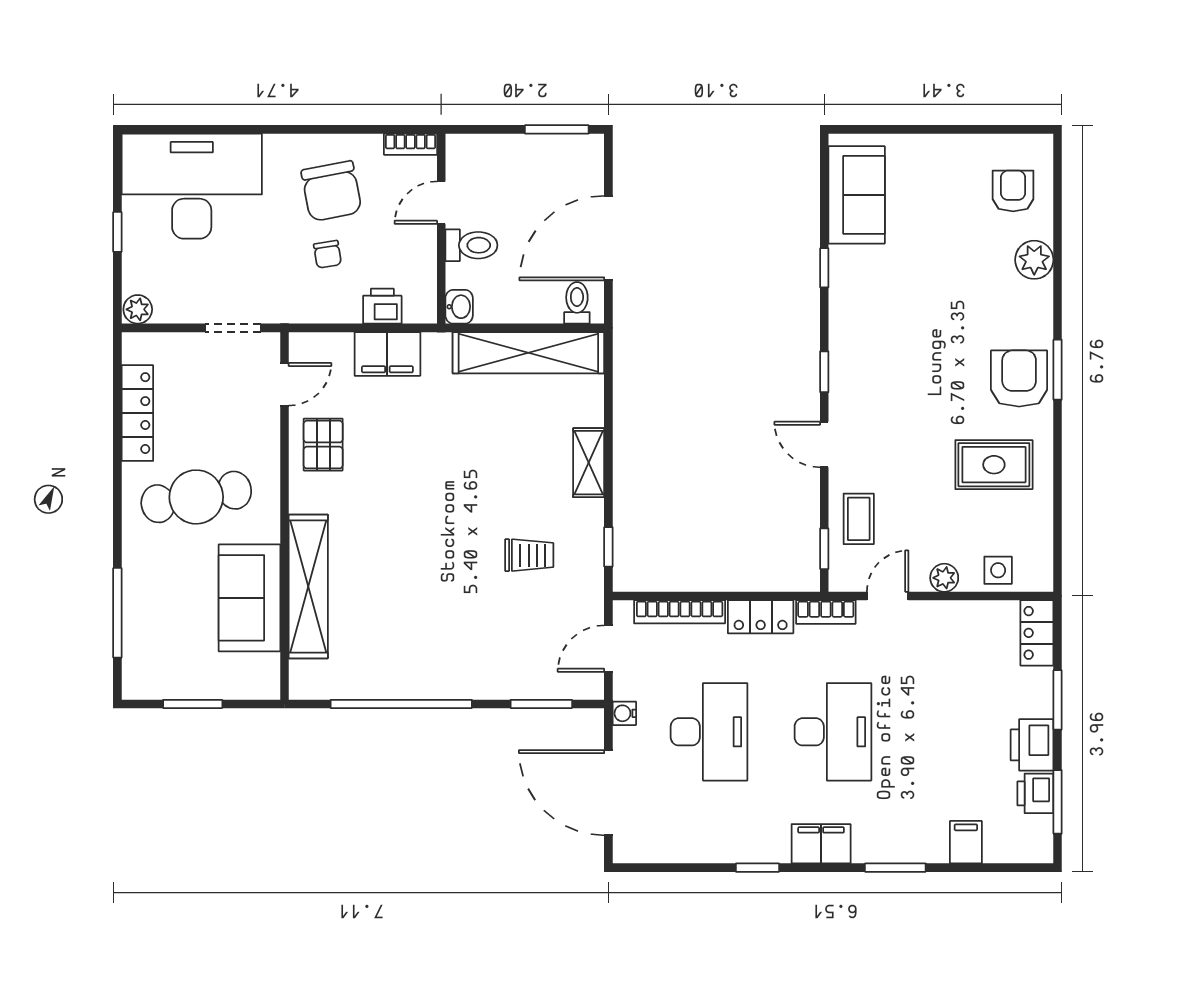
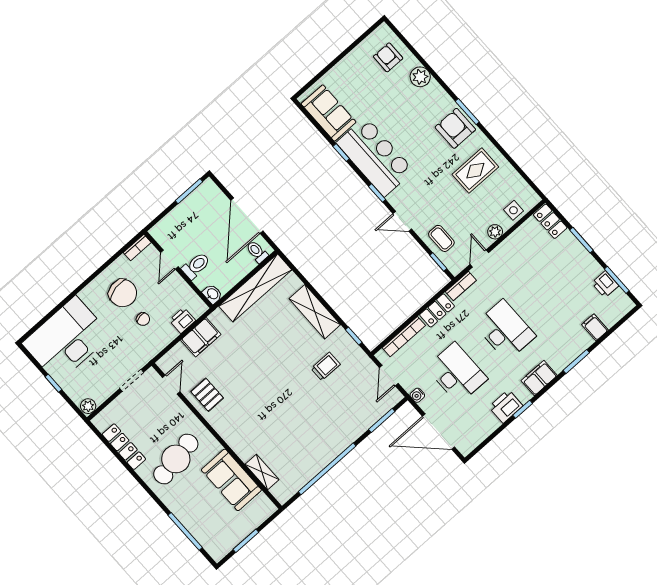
bar counter: (868, 317) -> (375, 157), added
shelving: (589, 463) -> (315, 312), width x1.50, depth x1.33
shelving: (308, 586) -> (262, 472), width x0.45, depth x0.75
printer: (1032, 745) -> (506, 406), moved, turned 90

